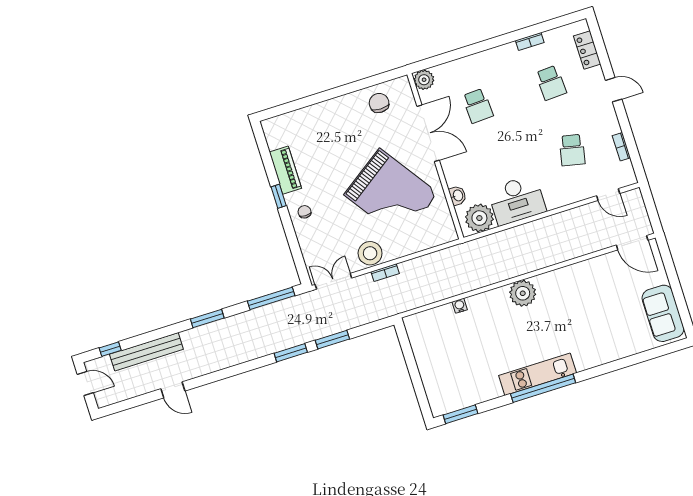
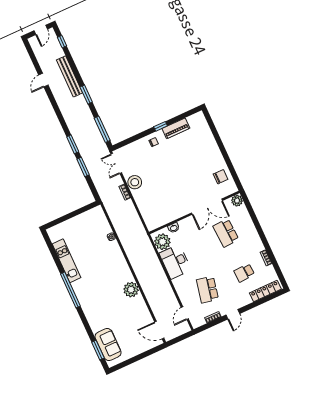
locker: (587, 50) -> (265, 291), width x1.53
door: (614, 90) -> (233, 314), moved
school desk: (478, 106) -> (226, 233), width x1.85
school desk: (572, 150) -> (207, 290), width x1.85
grand piano: (391, 194) -> (170, 190), removed
door: (632, 243) -> (159, 330), hinge flipped
double door: (333, 281) -> (116, 163), swing flipped
plant: (523, 293) -> (131, 290), moved
sofa: (663, 313) -> (108, 344), moved, turned 90
bench: (146, 352) -> (70, 76), moved
kitchen unit: (538, 374) -> (66, 261), moved
window: (460, 414) -> (98, 350), moved

